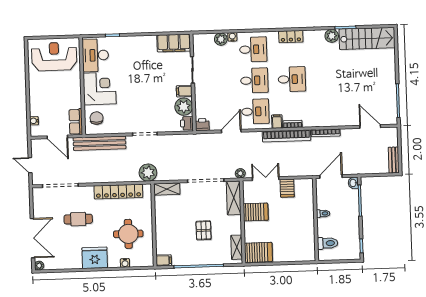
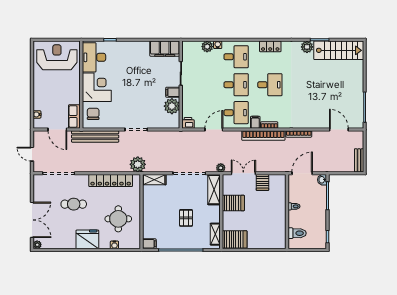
printer: (187, 123) -> (174, 121), removed

